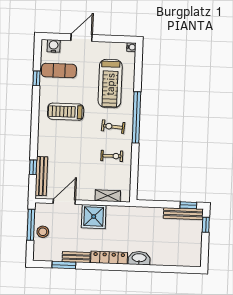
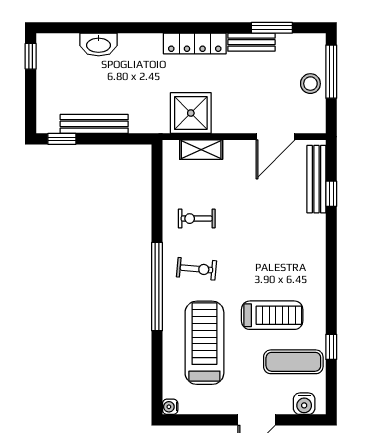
treadmill: (66, 112) -> (272, 315), moved
bench: (183, 214) -> (94, 124), moved
shower: (94, 217) -> (191, 113), moved
window: (31, 225) -> (331, 72), moved
window: (206, 225) -> (31, 56), moved
washbasin: (139, 258) -> (99, 45), moved

